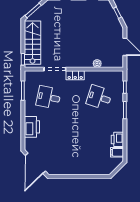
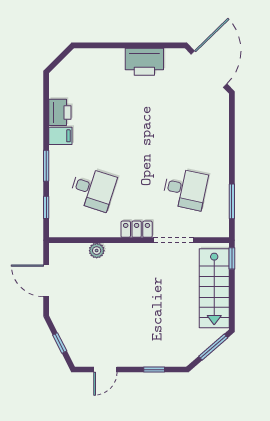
printer: (32, 127) -> (144, 62), moved, turned -90
filing cabinet: (117, 152) -> (60, 136), moved

